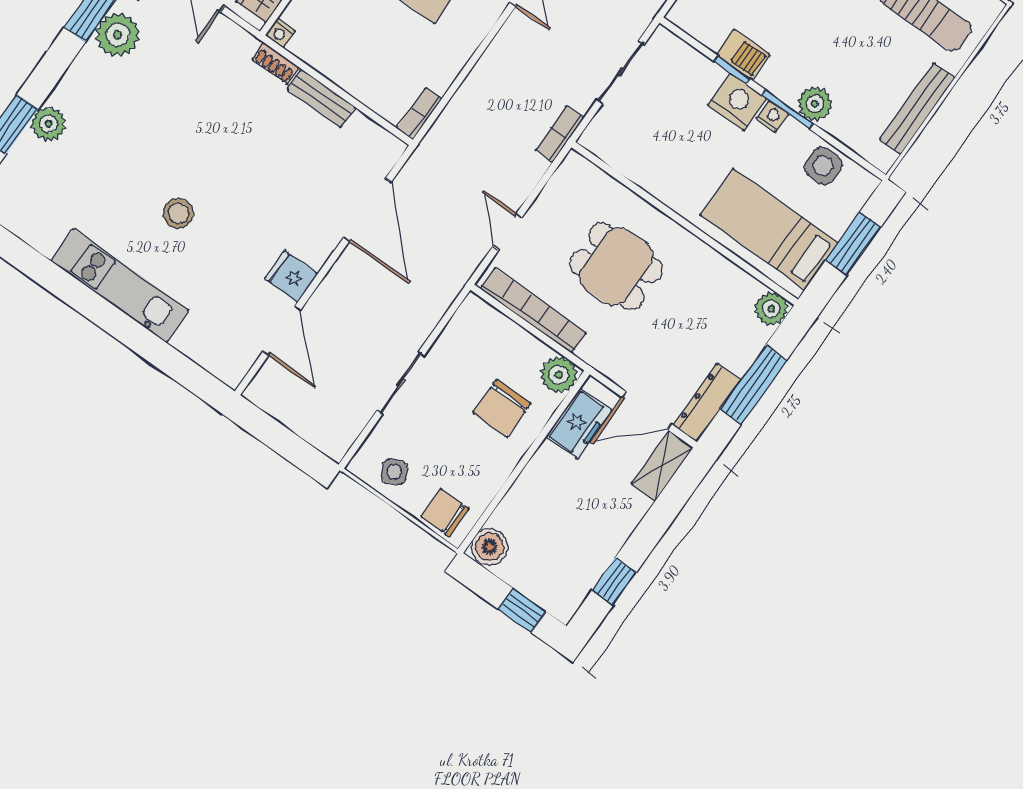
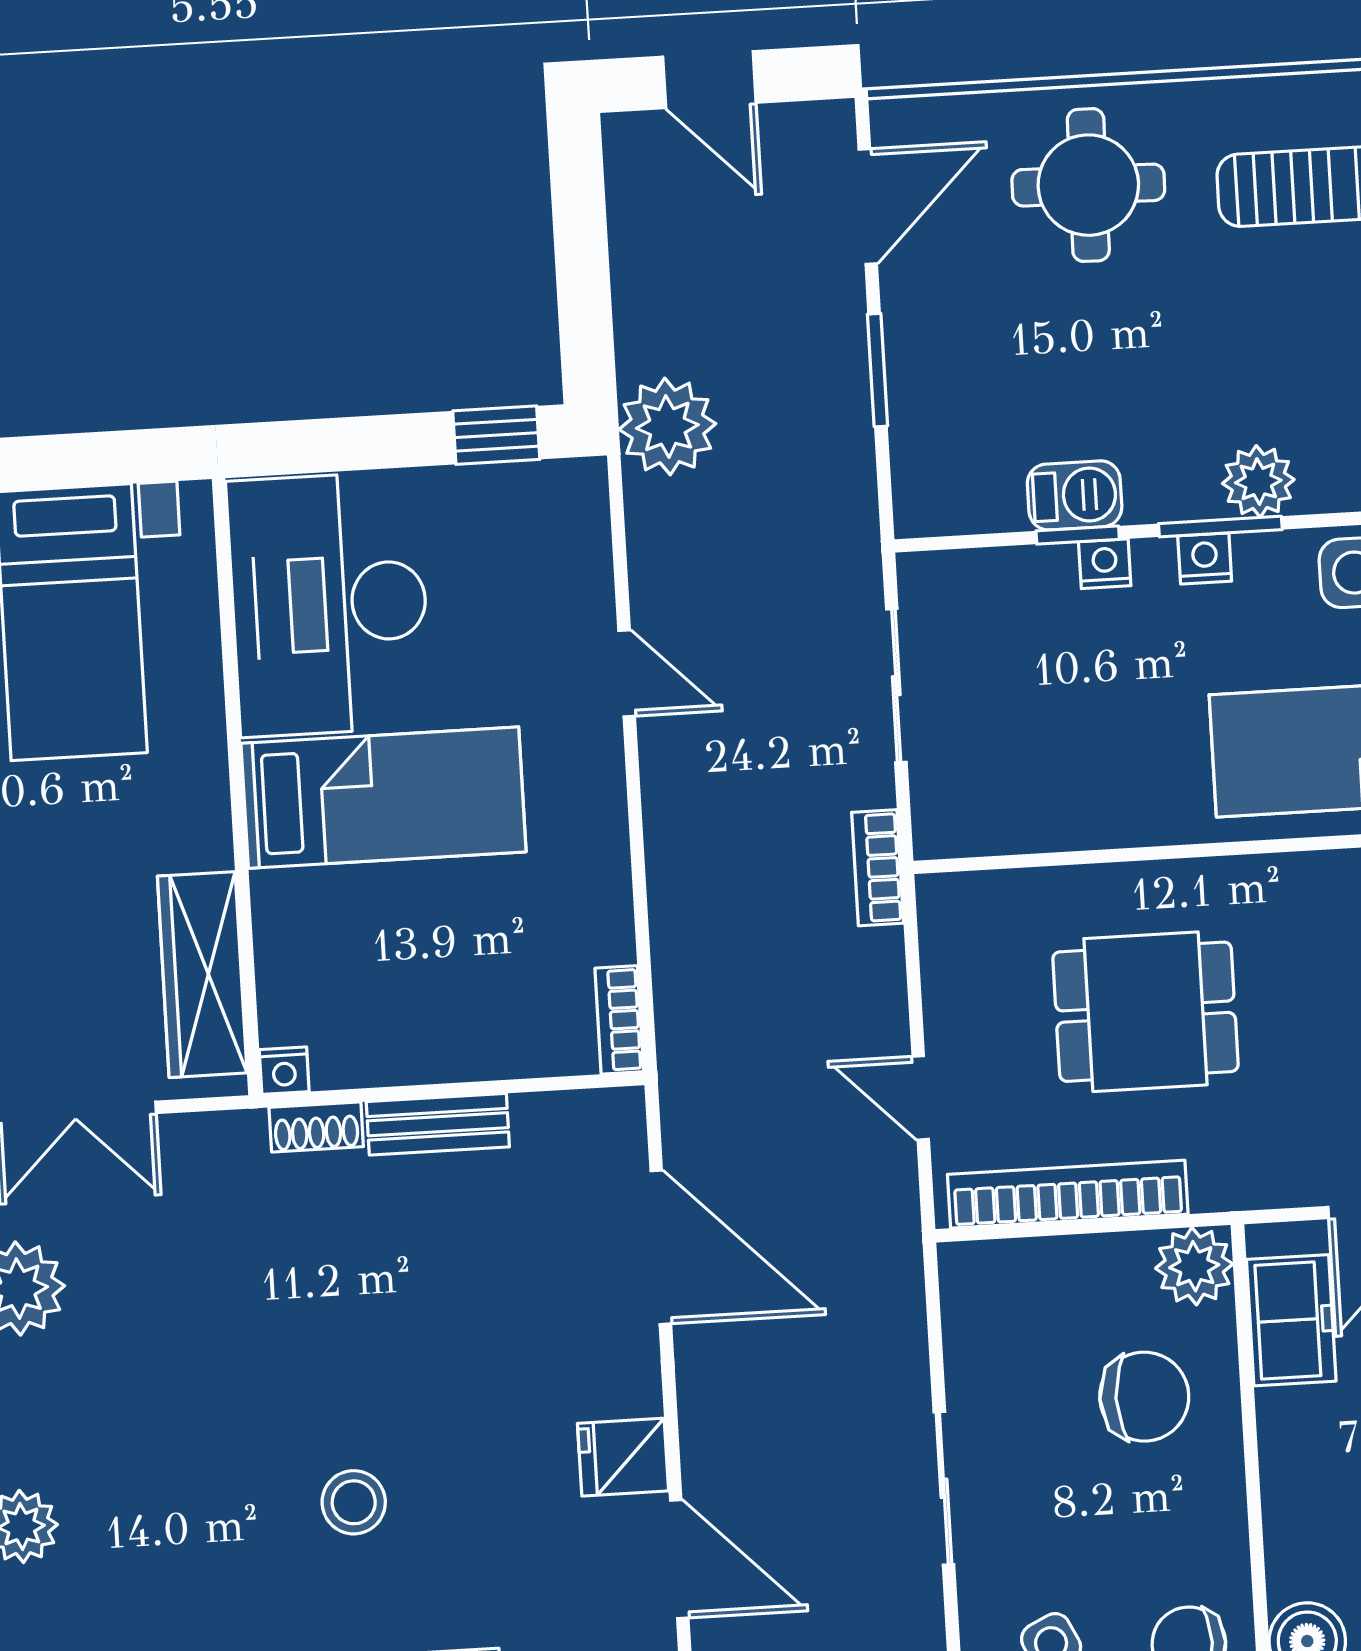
nightstand: (737, 102) -> (1105, 564), width x0.53, depth x0.56
chair: (502, 408) -> (1144, 1397), turned -90

